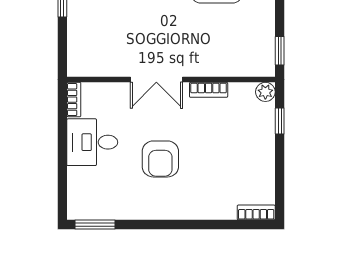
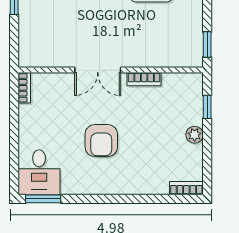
plant: (265, 92) -> (195, 135), moved
desk: (92, 142) -> (39, 172), moved, turned -90

